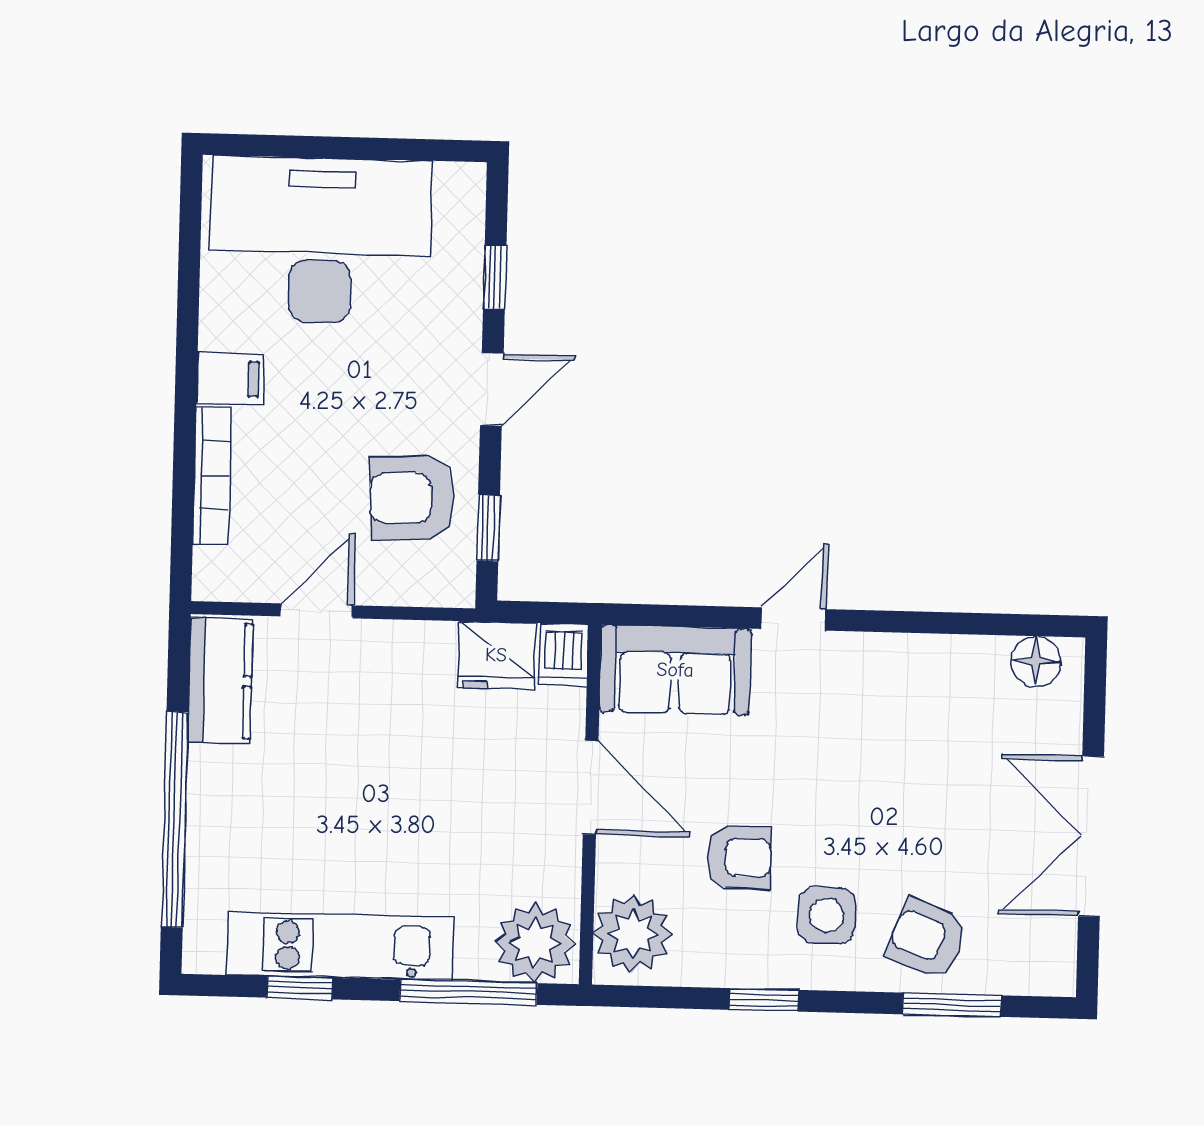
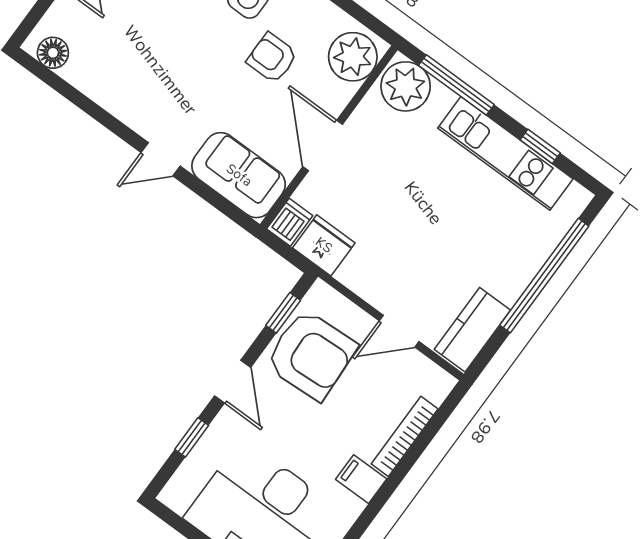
door: (492, 389) -> (233, 382), swing flipped
armchair: (412, 498) -> (311, 355), width x1.36, depth x1.36

